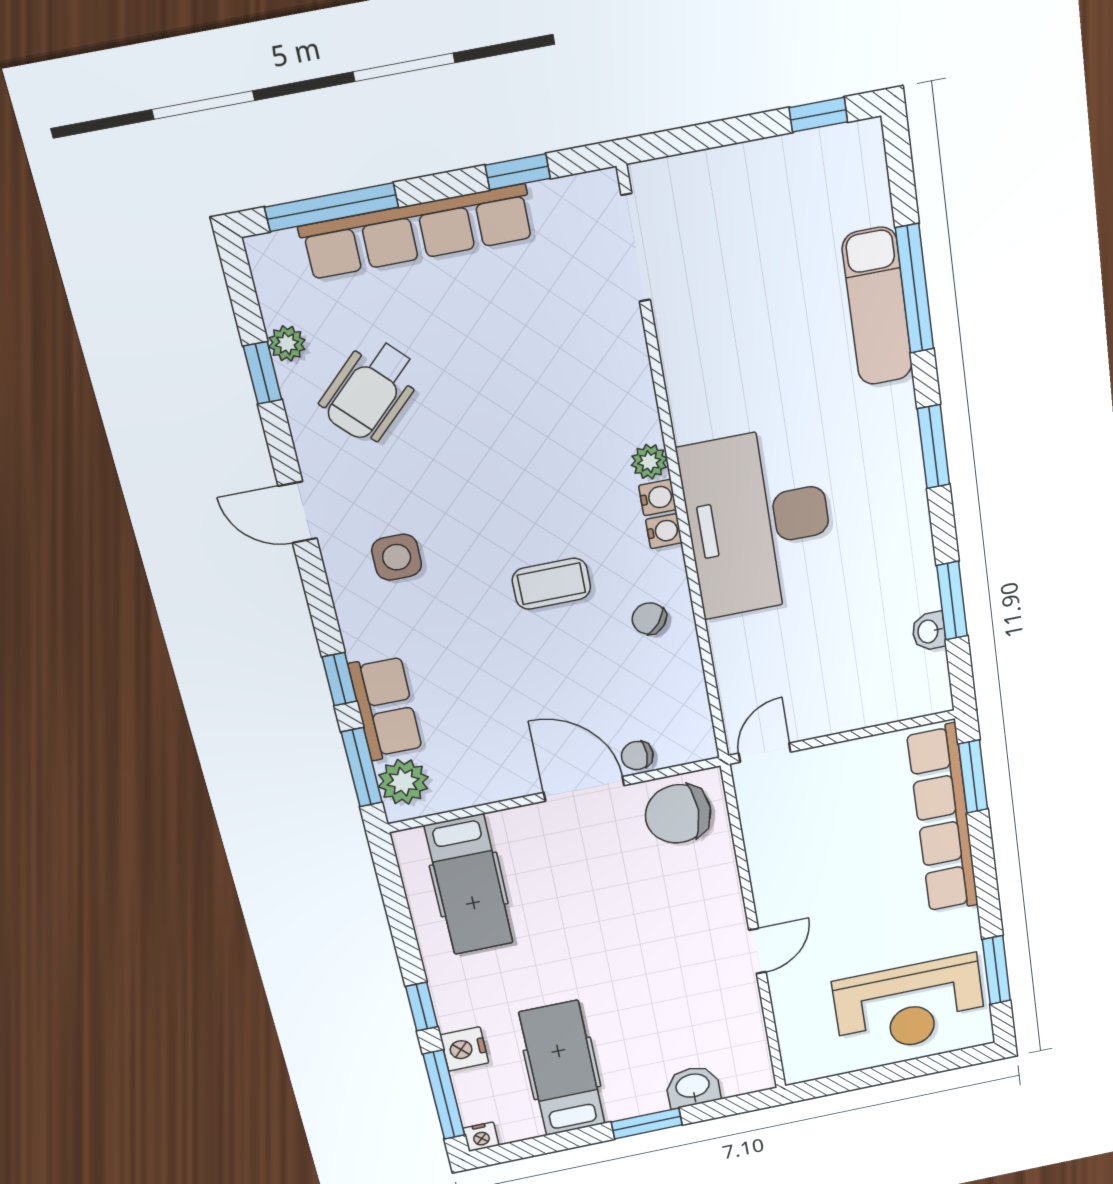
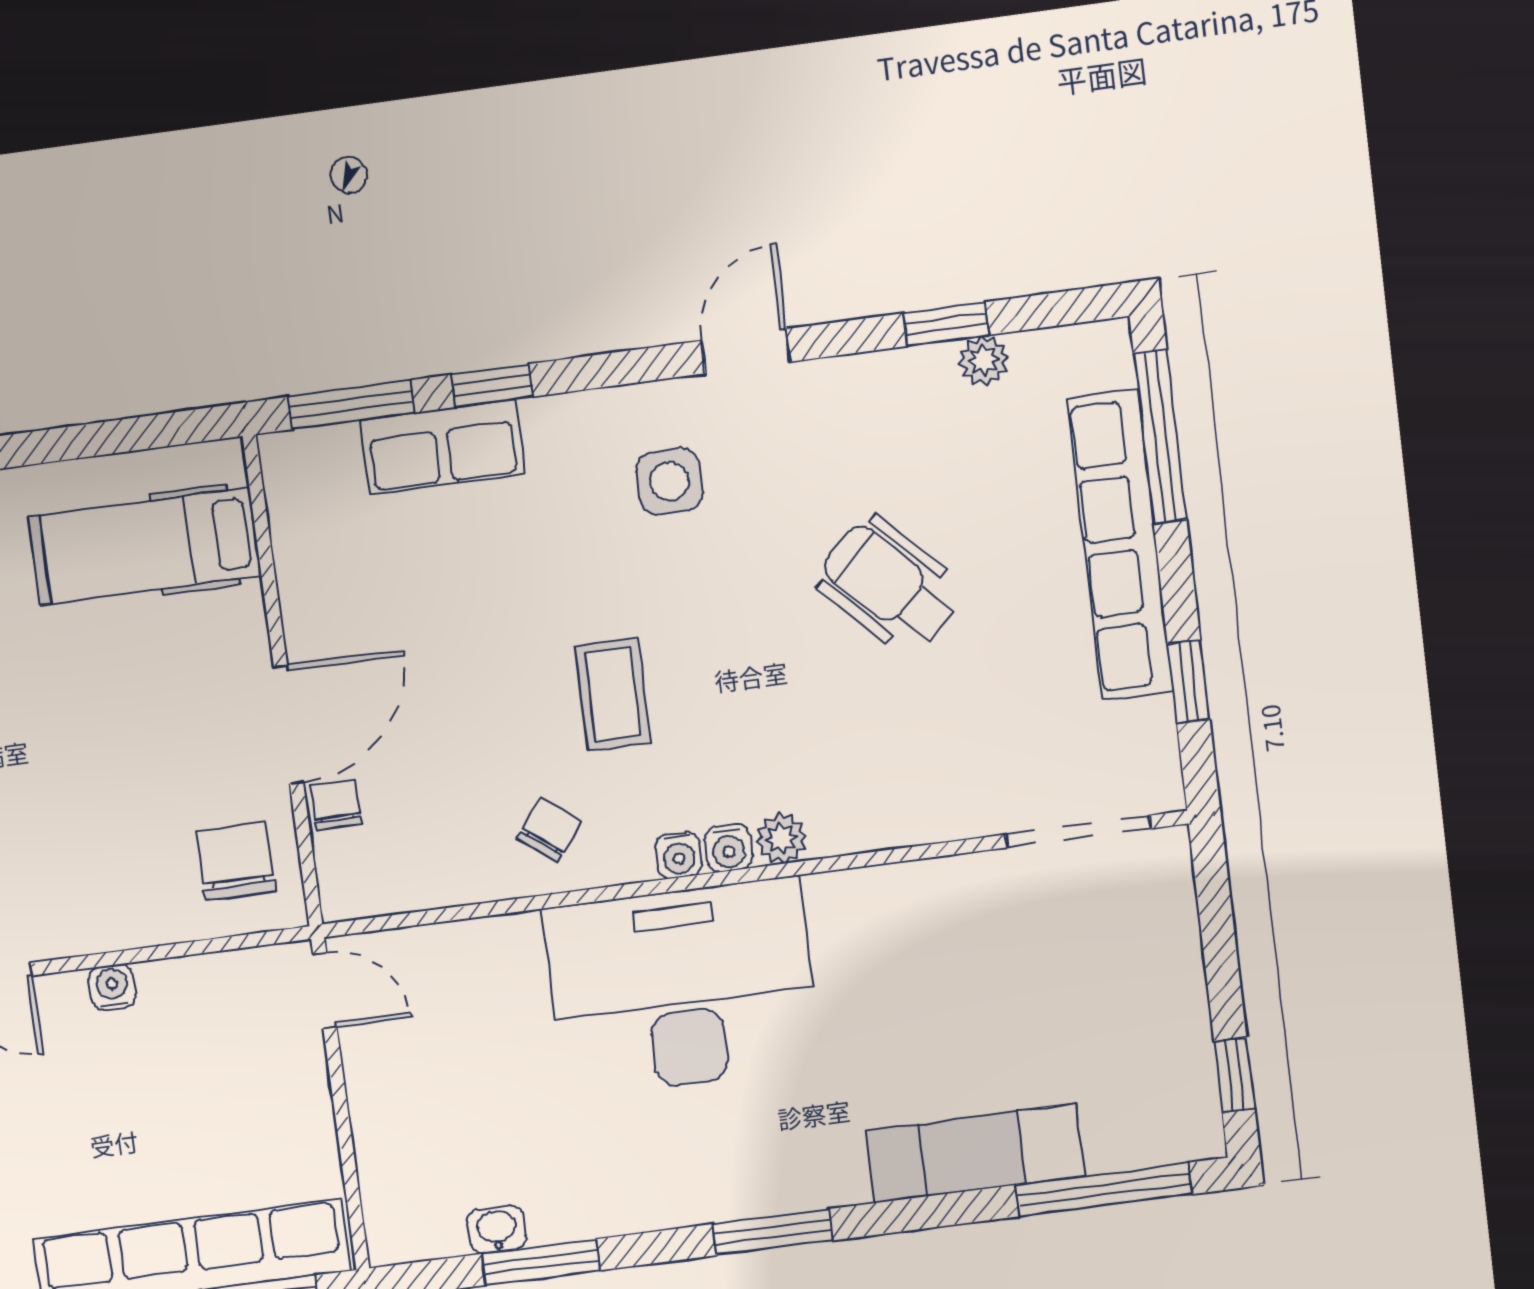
window: (915, 289) -> (1104, 1189), moved
wheelchair: (371, 391) -> (890, 585), moved
plant: (403, 782) -> (323, 463), removed
chair: (678, 814) -> (236, 861), width x0.73, depth x0.73
water cooler: (765, 881) -> (112, 987), added

